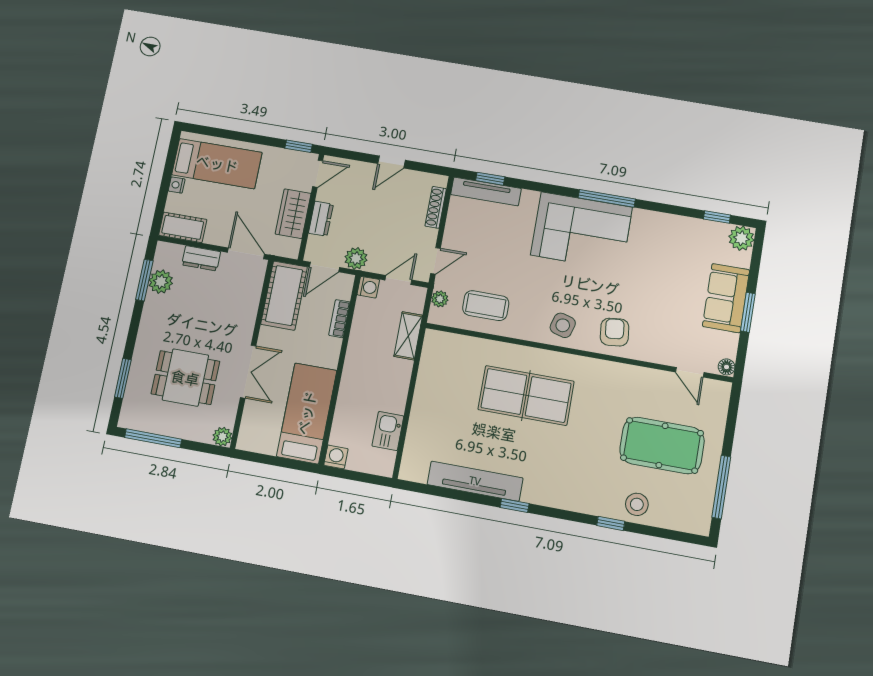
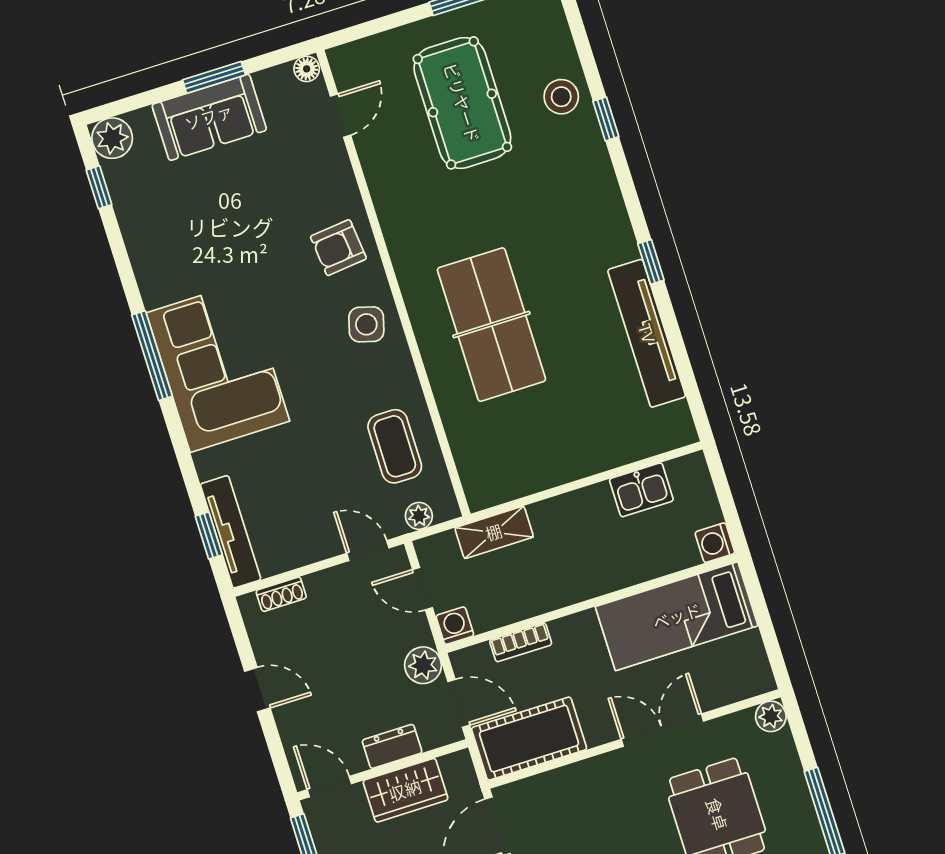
shoe rack: (436, 207) -> (281, 594), width x0.70

